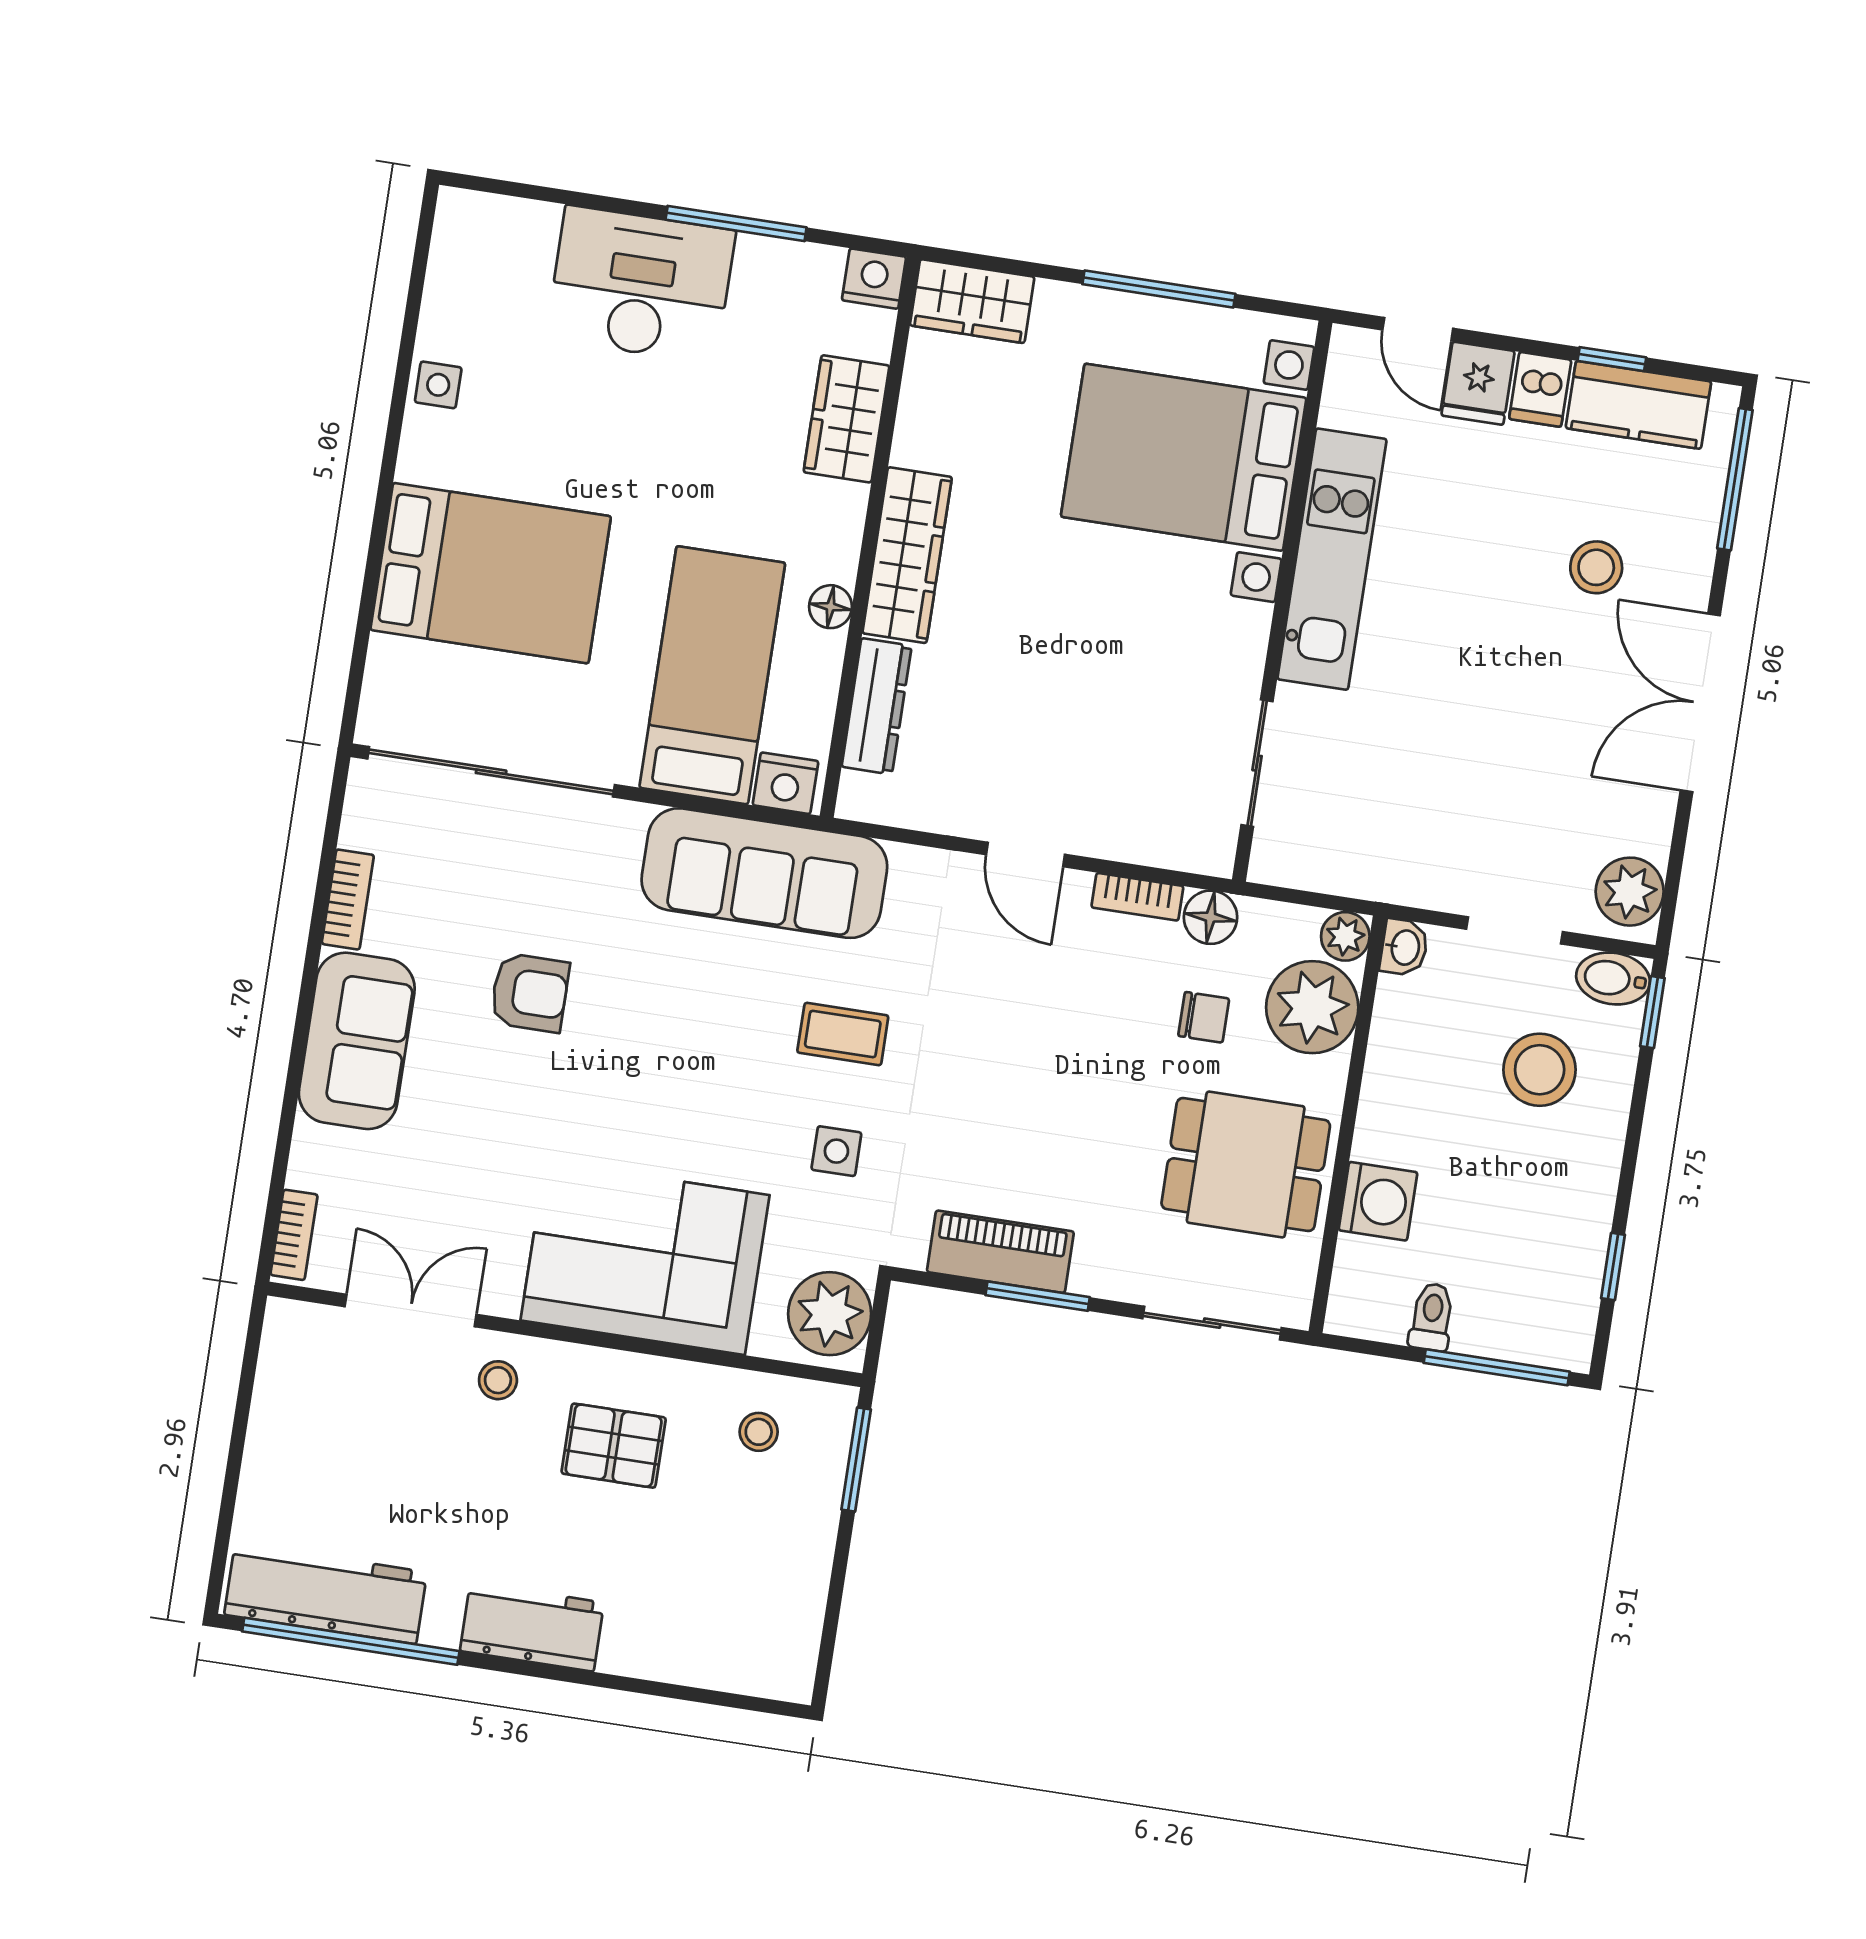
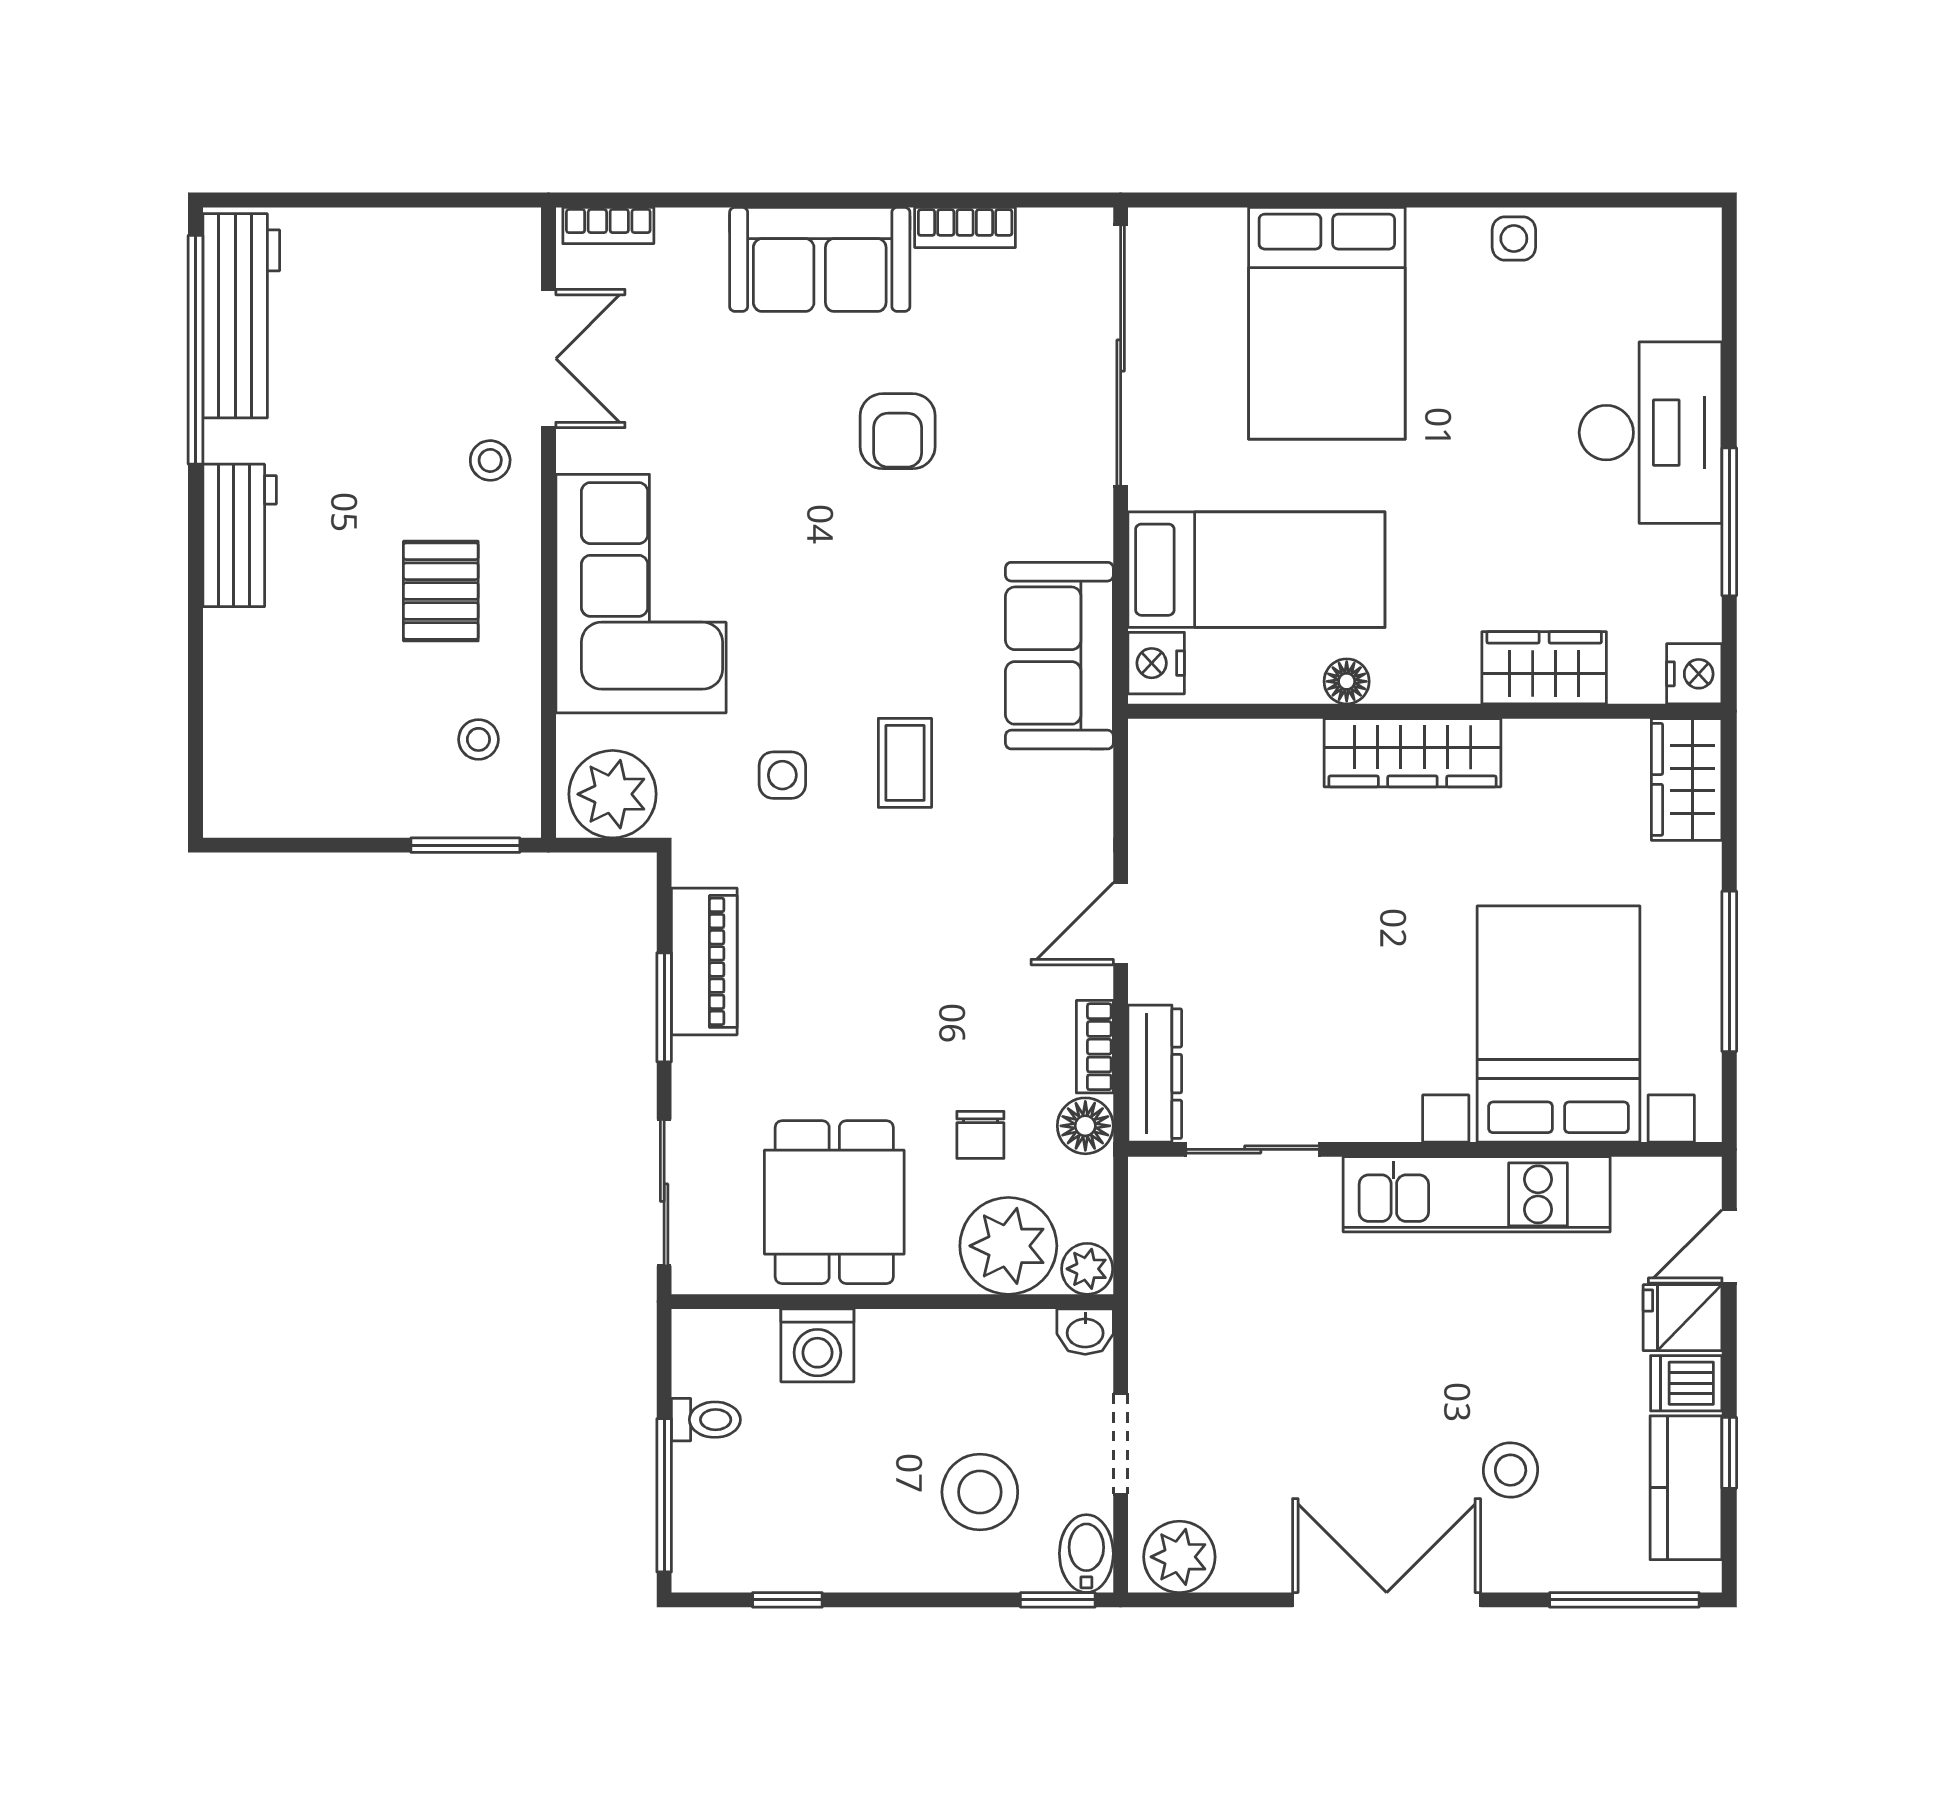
dresser: (877, 706) -> (1155, 1074), moved, turned -90
sofa: (764, 873) -> (1059, 656), width x0.73

